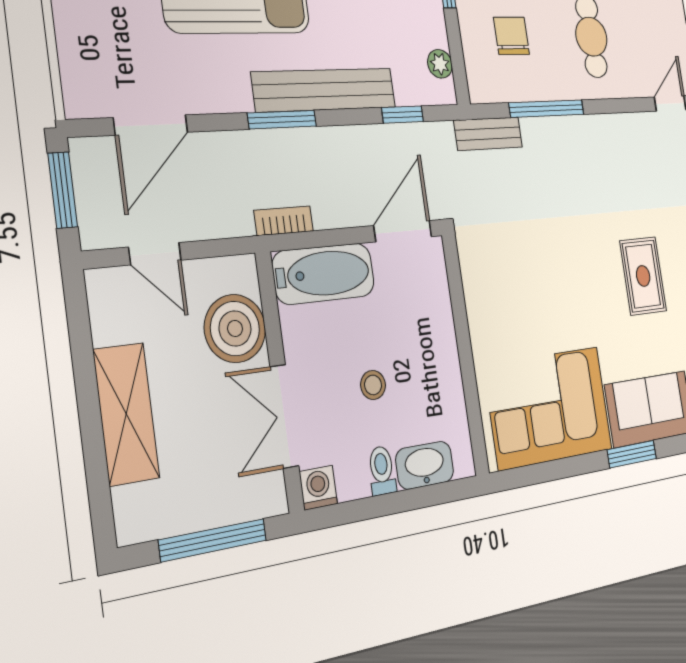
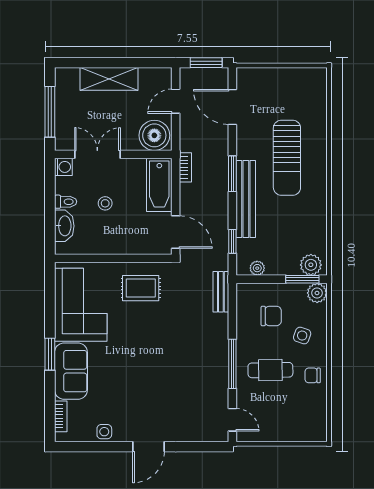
window: (547, 109) -> (232, 364), moved
rug: (643, 276) -> (141, 288), moved
boiler: (235, 328) -> (154, 135), moved

